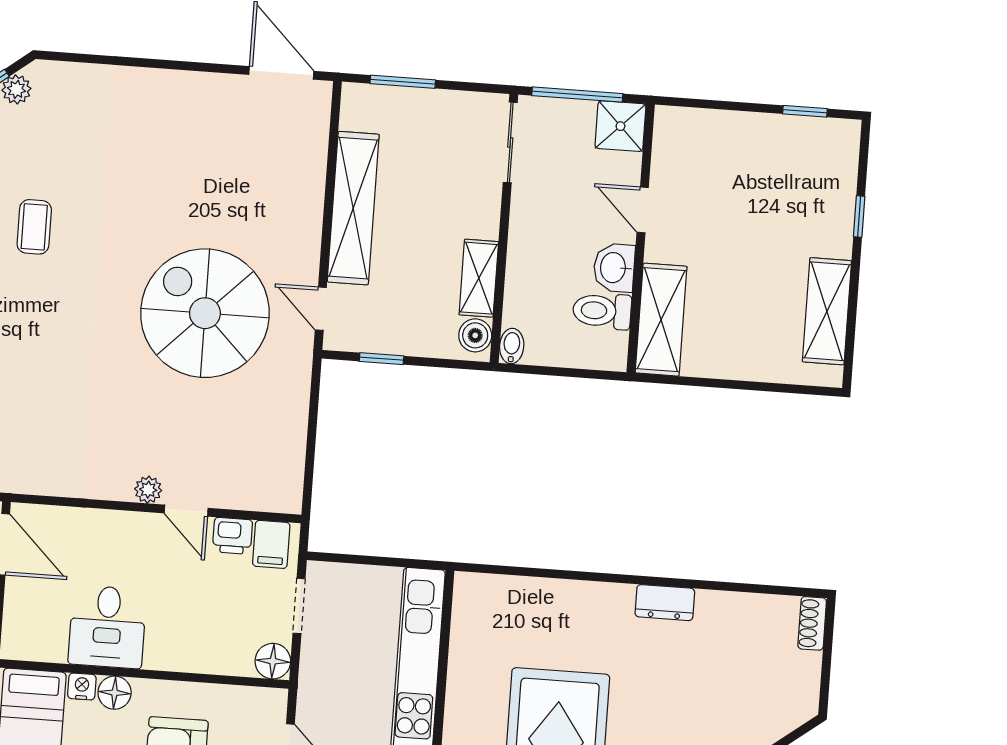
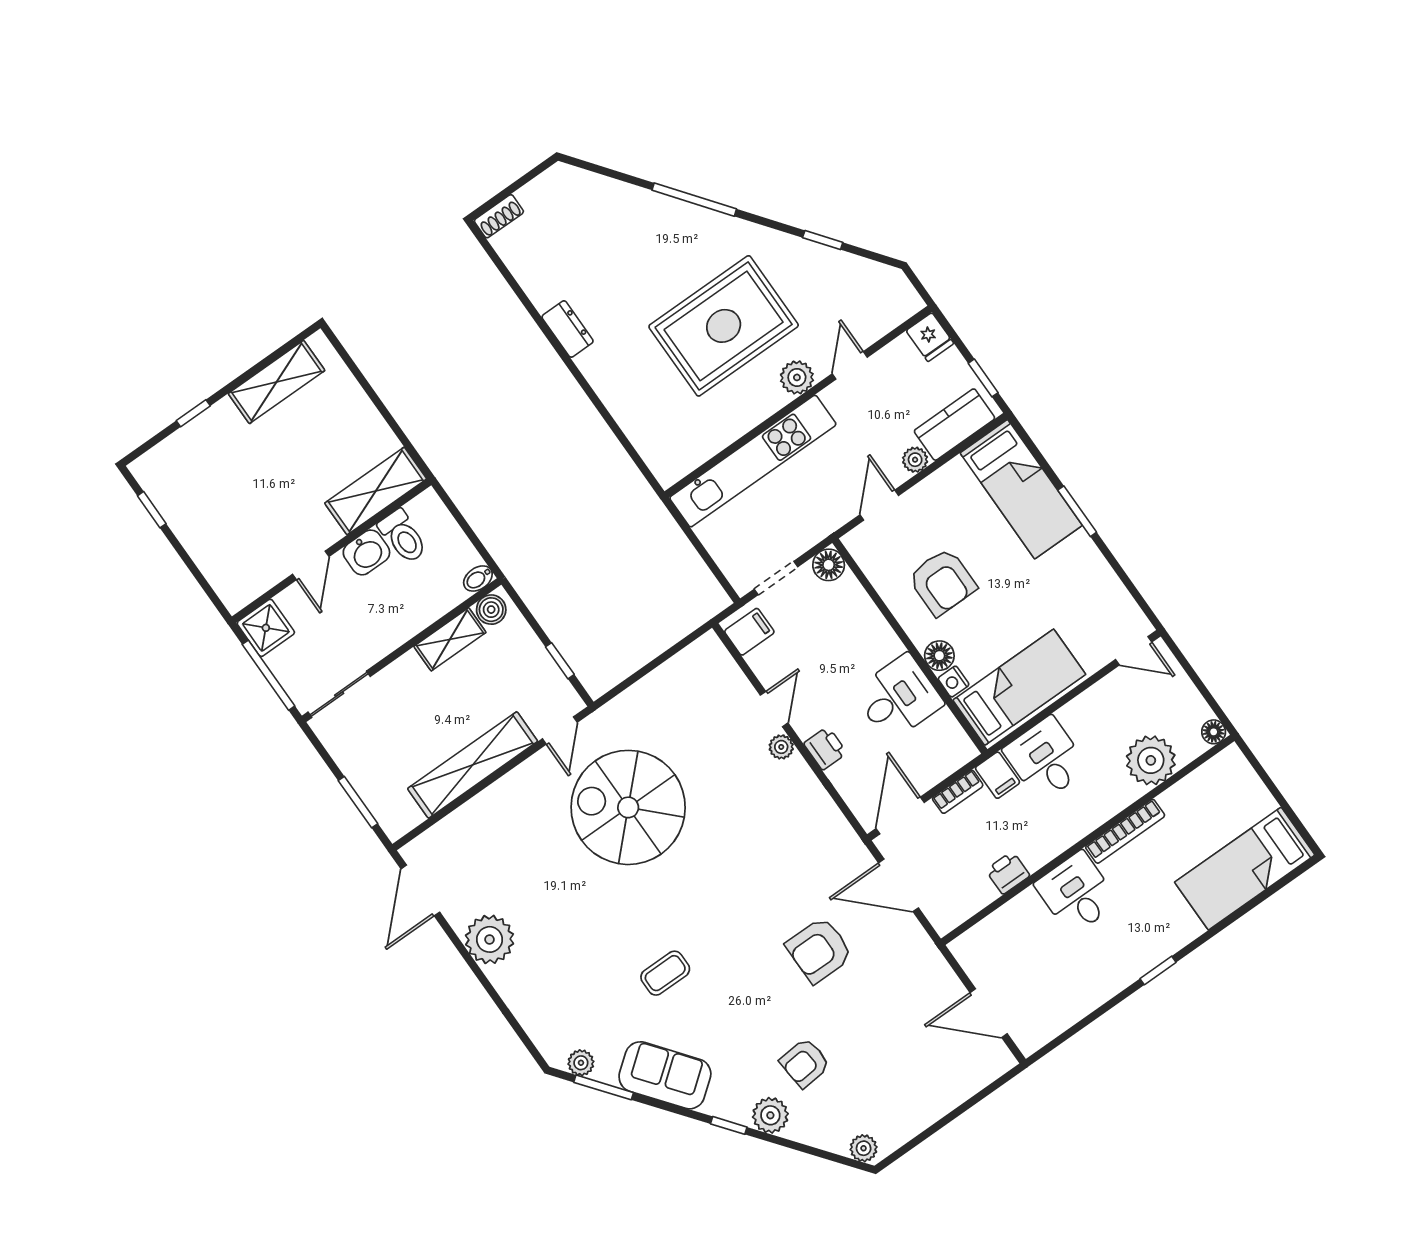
plant: (189, 98) -> (490, 939), added
spiral stairs: (205, 313) -> (628, 807), turned 90
printer: (232, 536) -> (825, 748), moved

